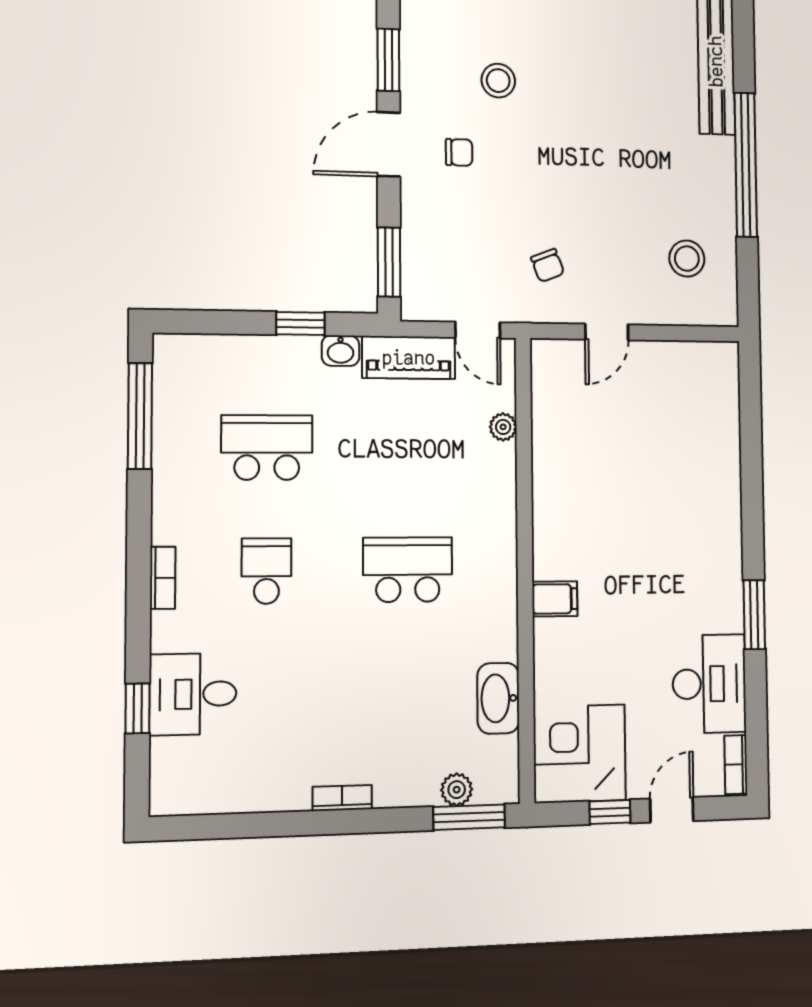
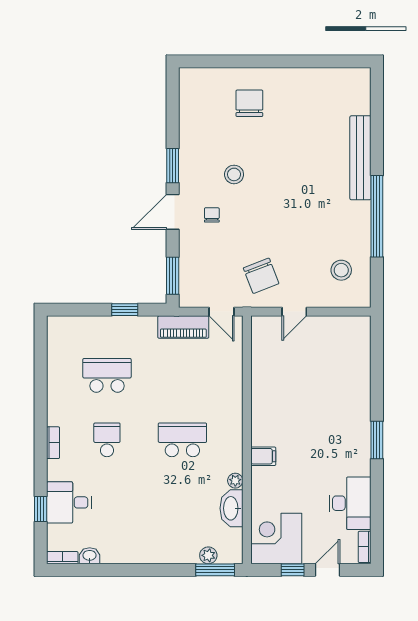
chair: (459, 152) -> (212, 215), turned -90
chair: (548, 265) -> (261, 276), width x1.87, depth x1.87
washbasin: (341, 351) -> (90, 556), moved, turned 180
window: (140, 416) -> (41, 359), removed
plant: (503, 427) -> (235, 481), moved
window: (754, 615) -> (377, 440), moved
bookcase: (342, 798) -> (62, 558), moved

